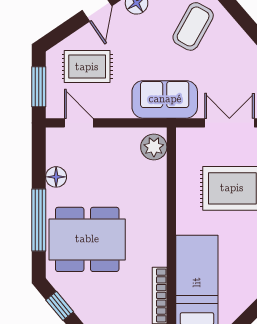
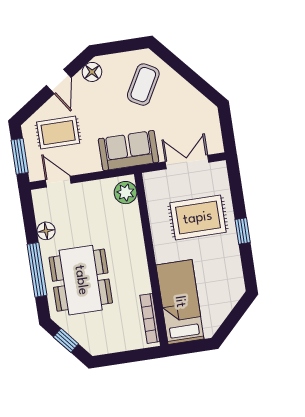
dining table: (87, 239) -> (81, 280), turned 90

